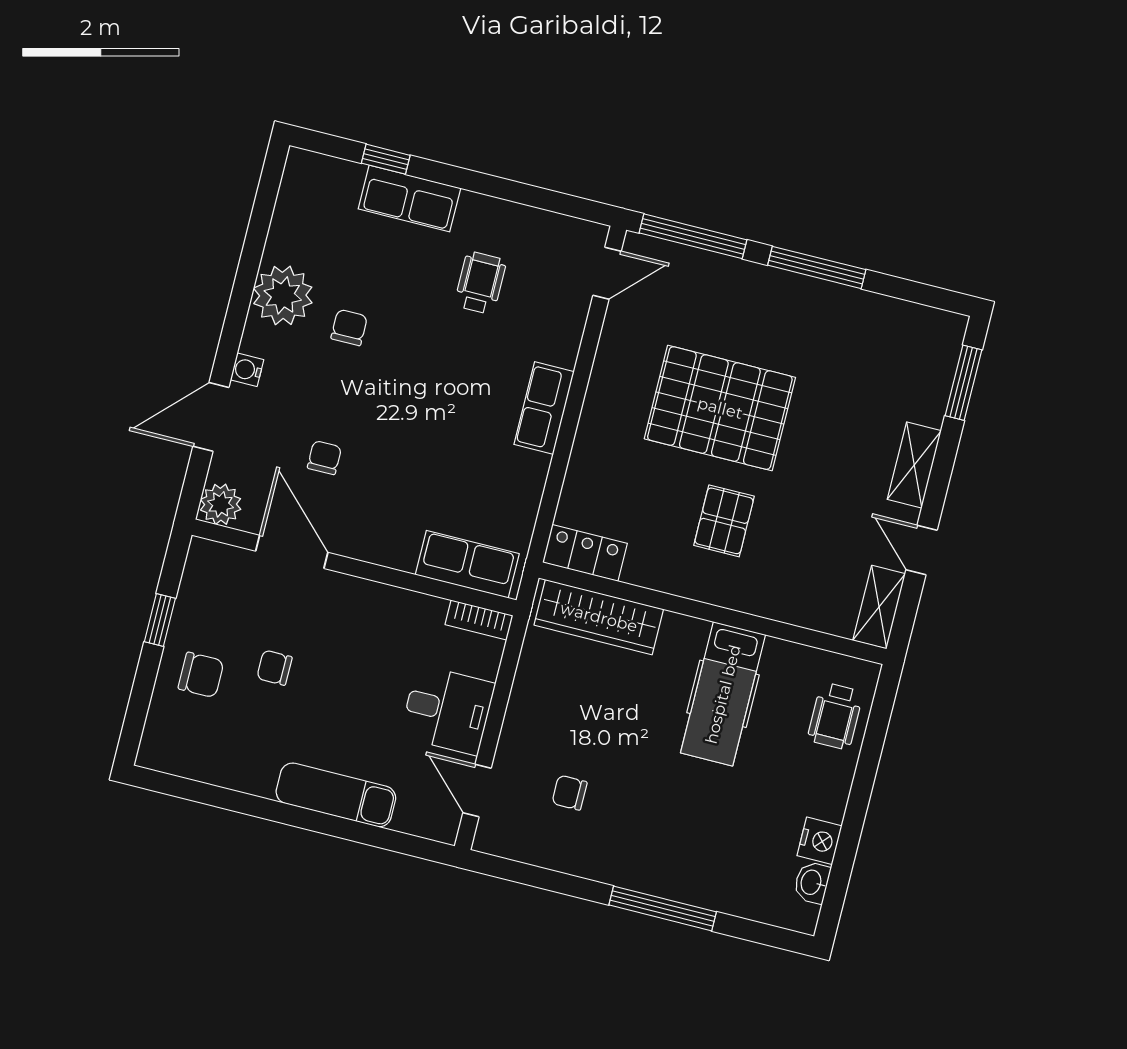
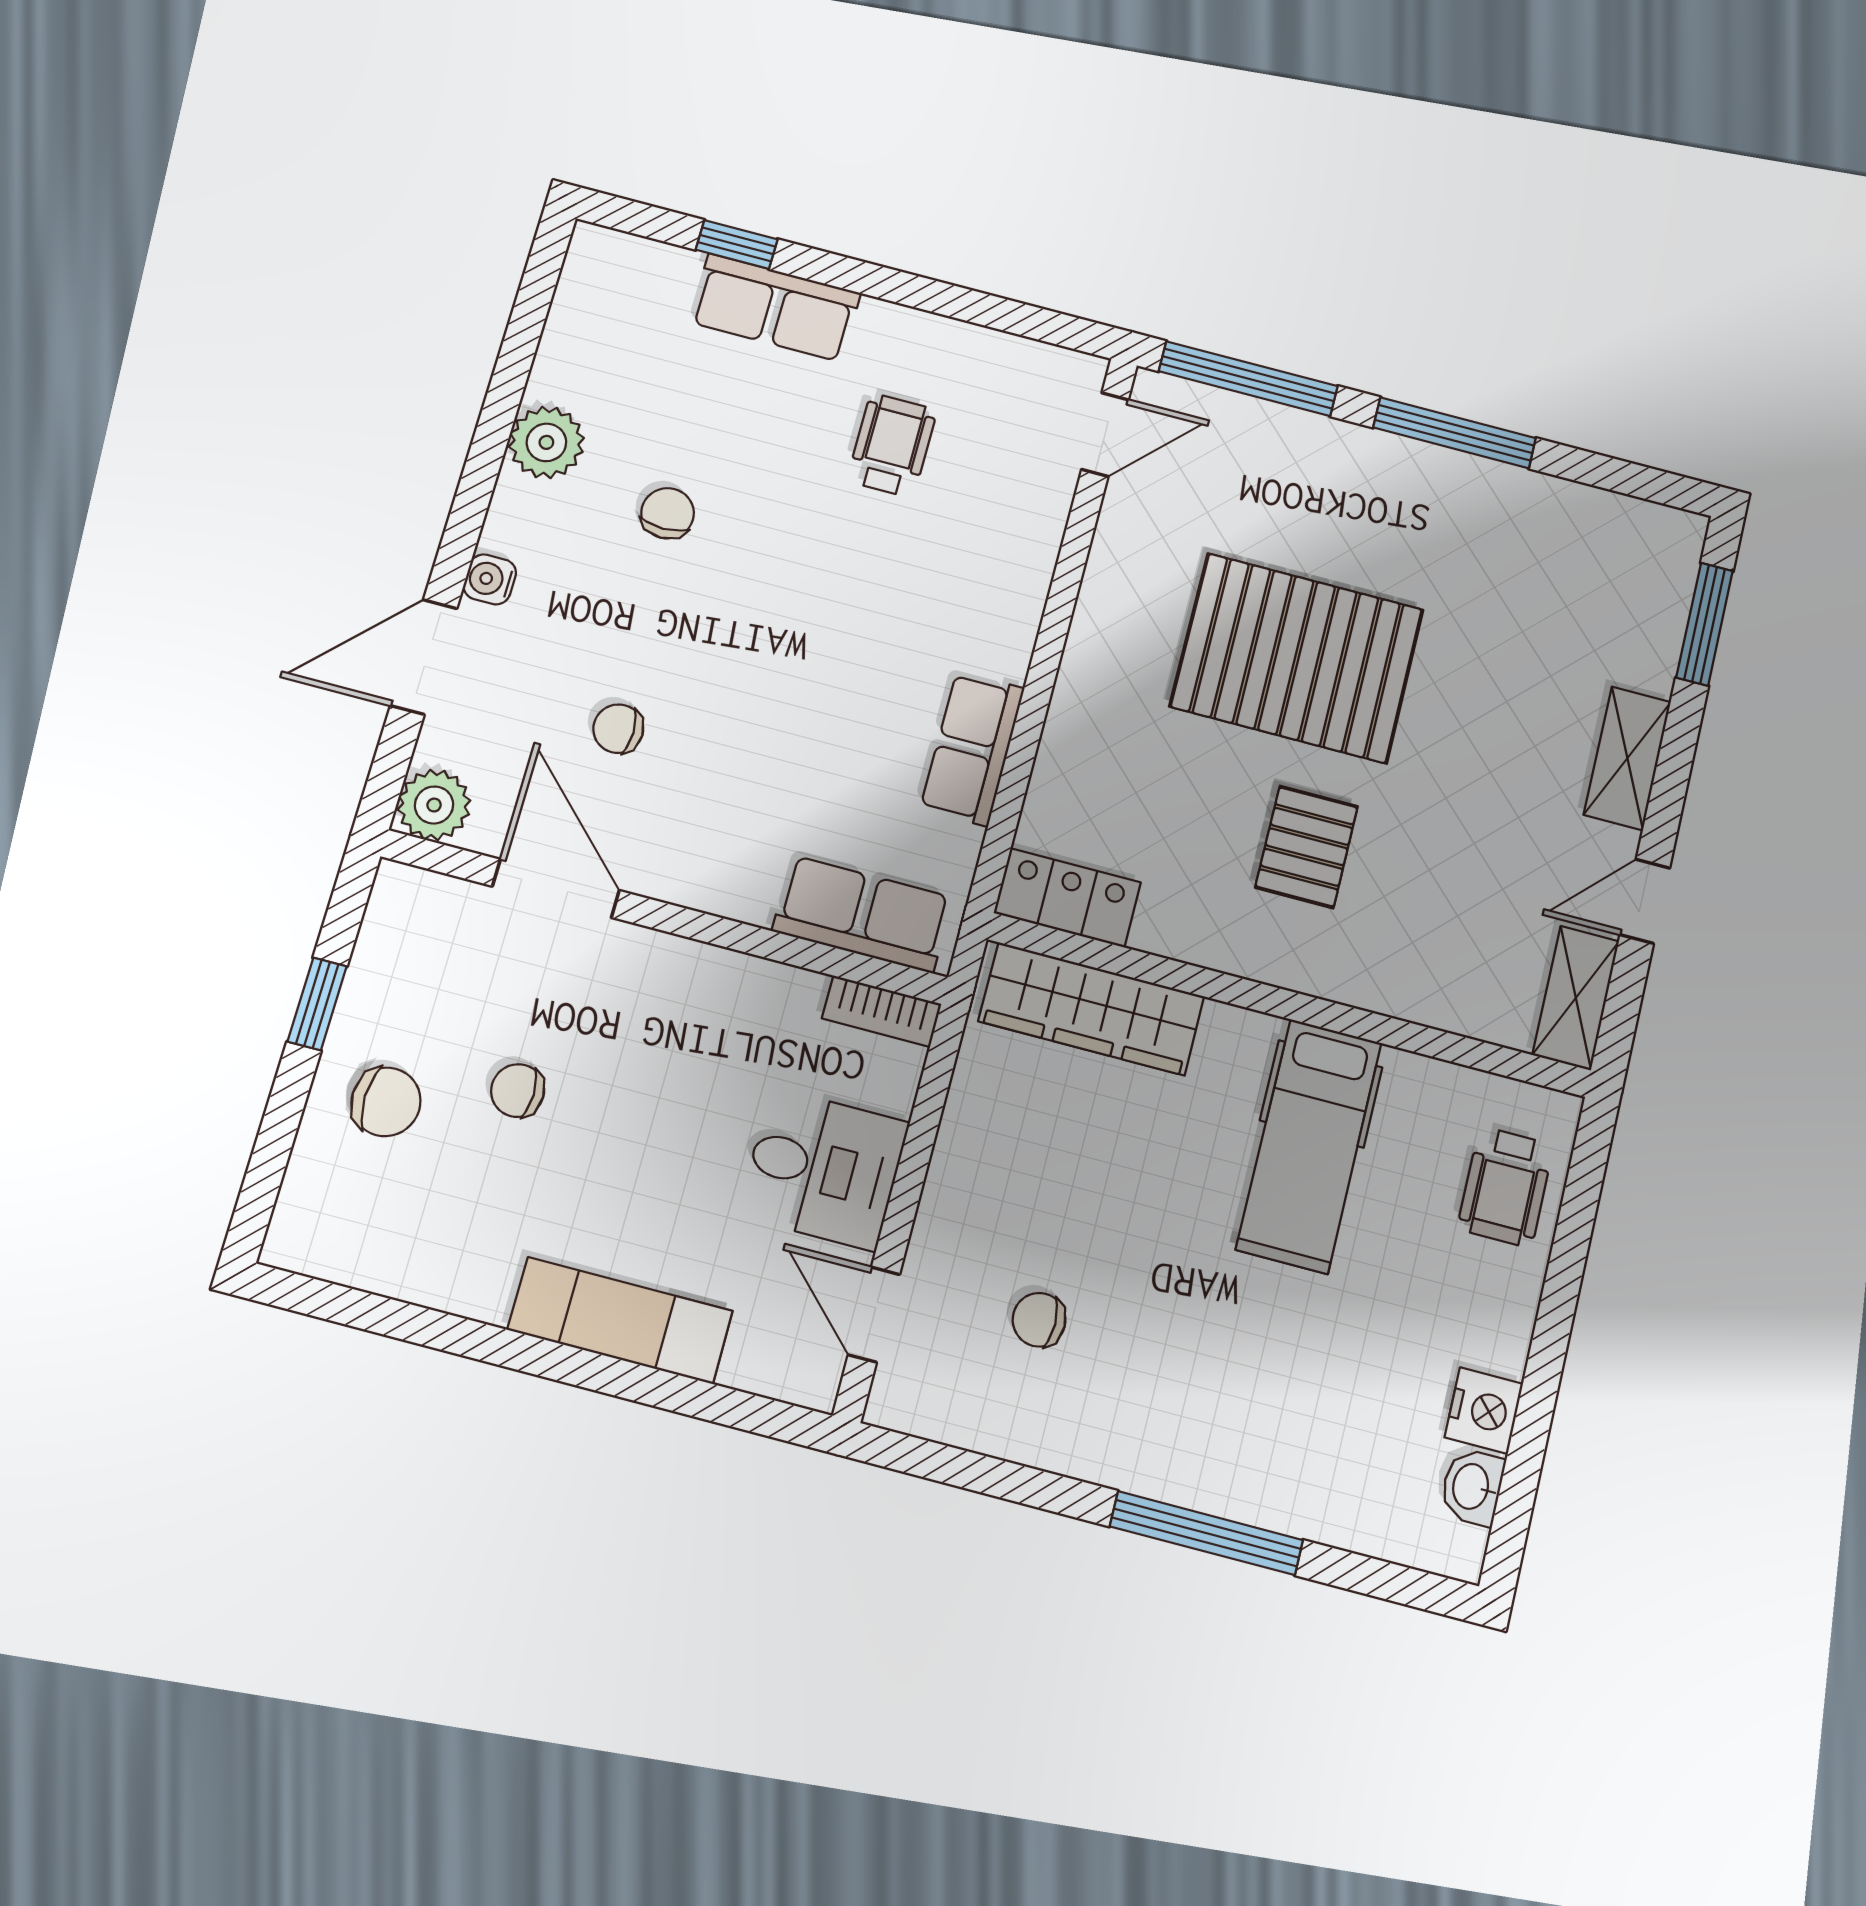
plant: (283, 295) -> (546, 442), width x0.73, depth x0.73
row of seats: (544, 408) -> (972, 748), moved
chair: (324, 458) -> (618, 729), turned -90
door: (922, 550) -> (1645, 901), hinge flipped

